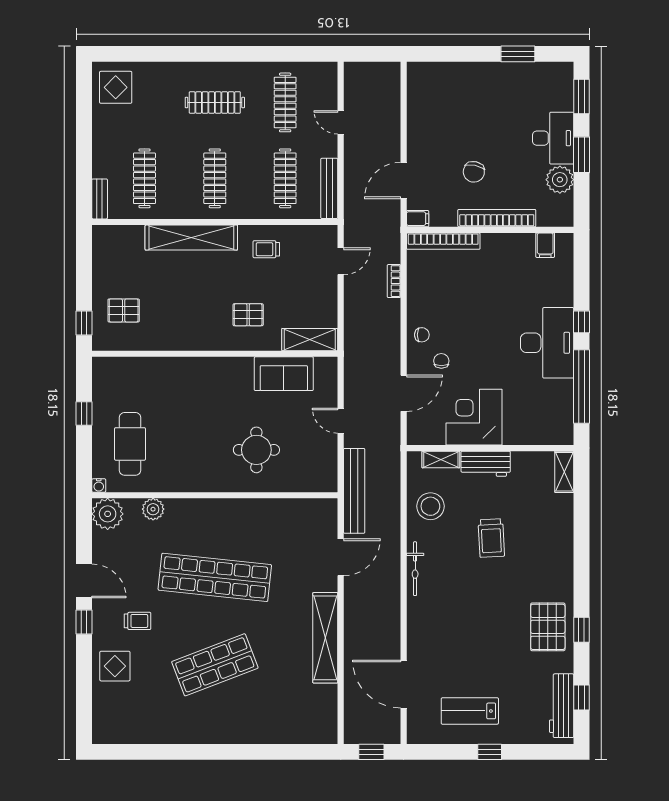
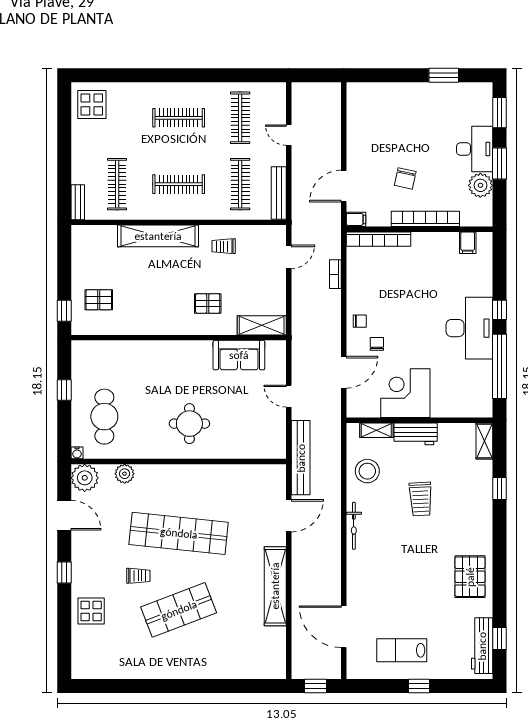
clothes rail: (215, 178) -> (179, 184), turned 90
round table: (256, 450) -> (189, 424), moved
door: (84, 581) -> (64, 515), moved
trolley: (137, 621) -> (138, 576), moved
window: (581, 630) -> (499, 489), moved

